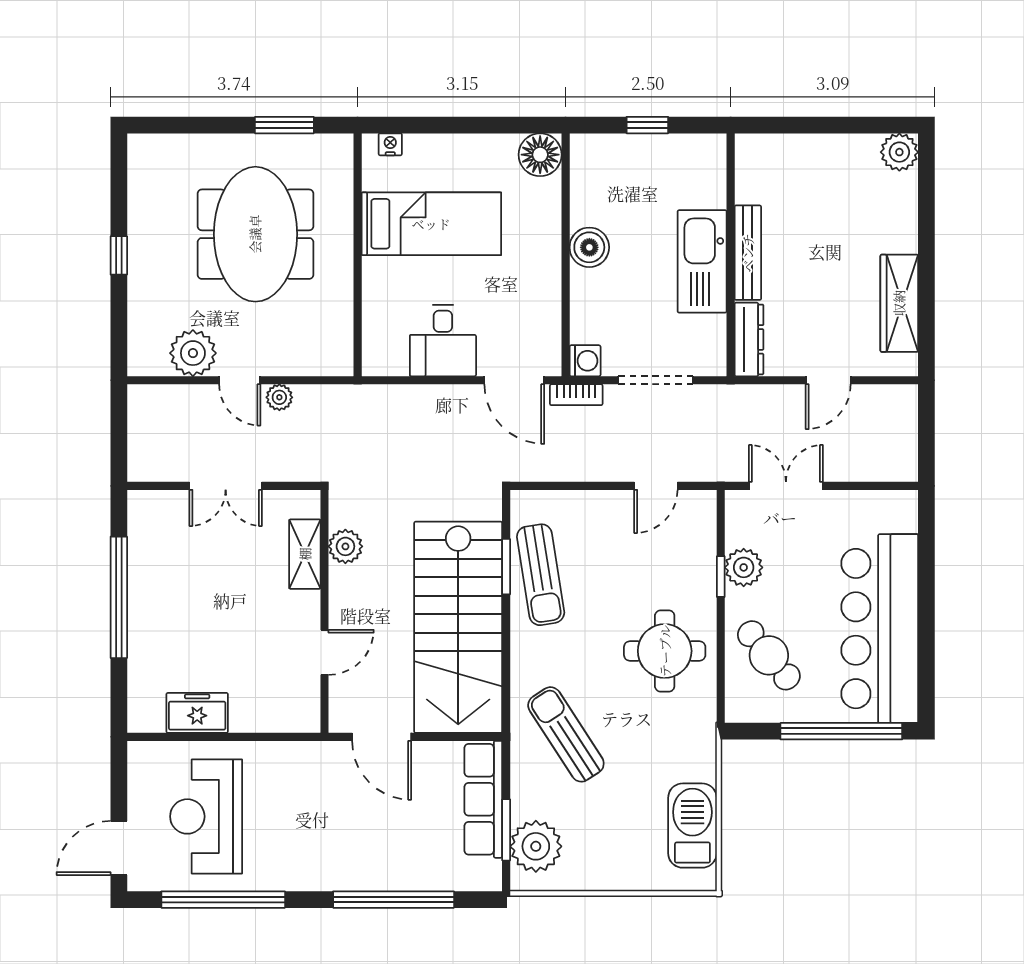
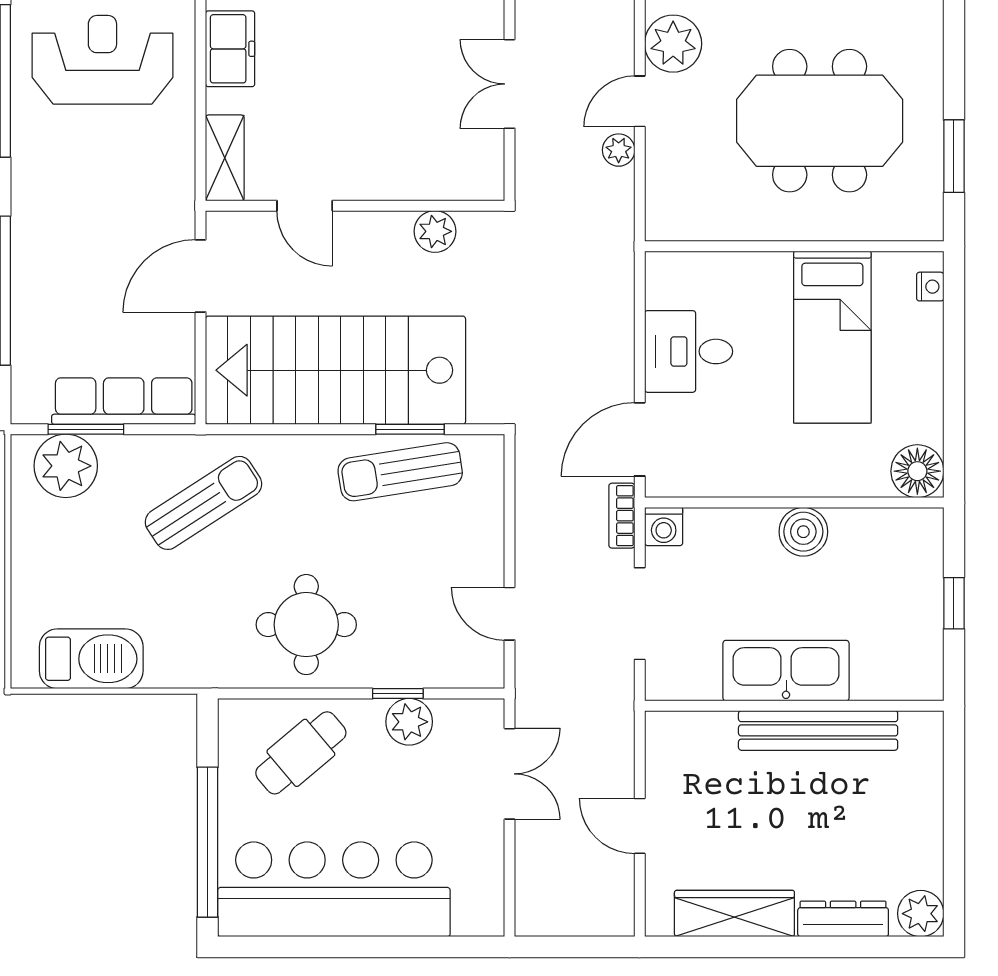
bench: (748, 253) -> (818, 730), width x1.37, depth x1.21
dresser: (749, 339) -> (843, 919), moved, turned 180
shelving: (305, 554) -> (225, 158), moved, turned 90

